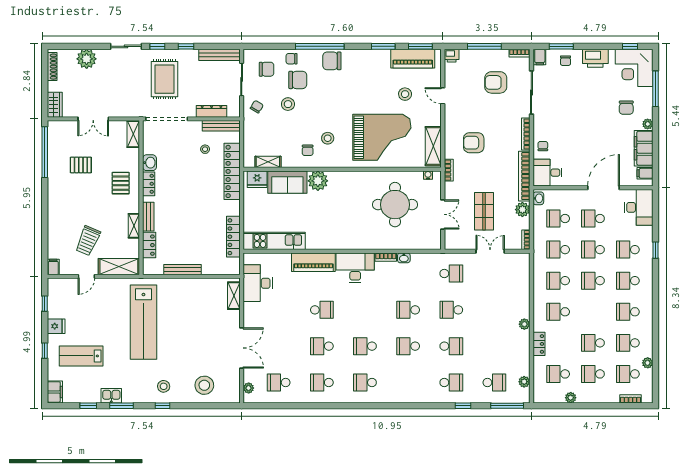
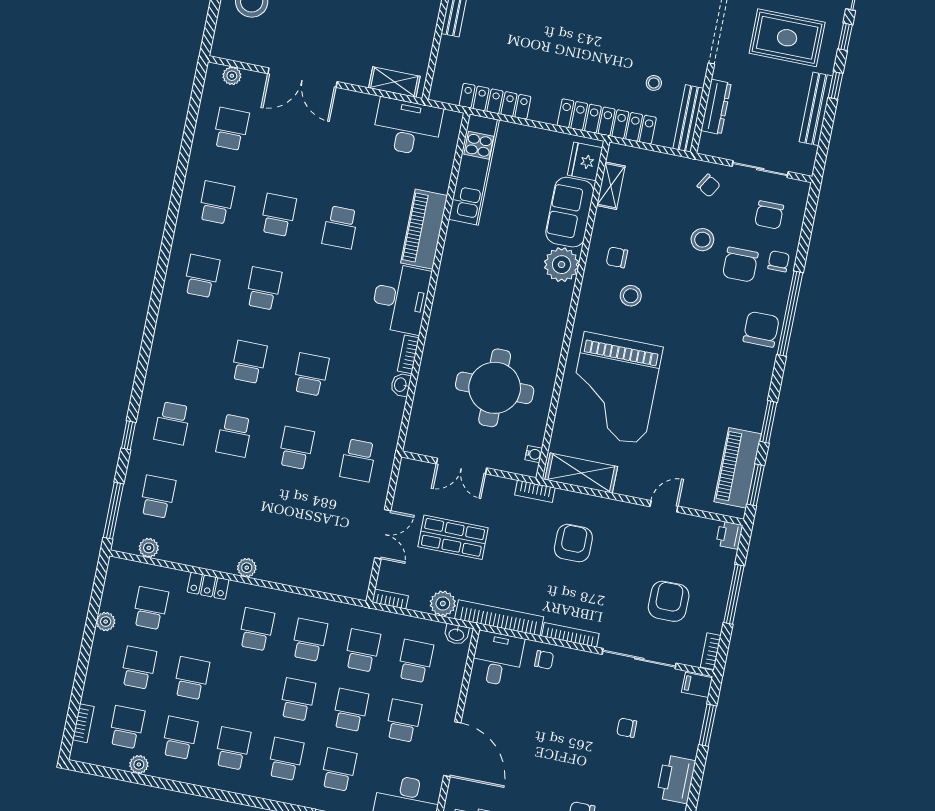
bench: (220, 55) -> (816, 109), moved
chair: (566, 61) -> (627, 728), moved
stool: (405, 94) -> (680, 443), removed
school desk: (494, 382) -> (158, 497), turned 180

